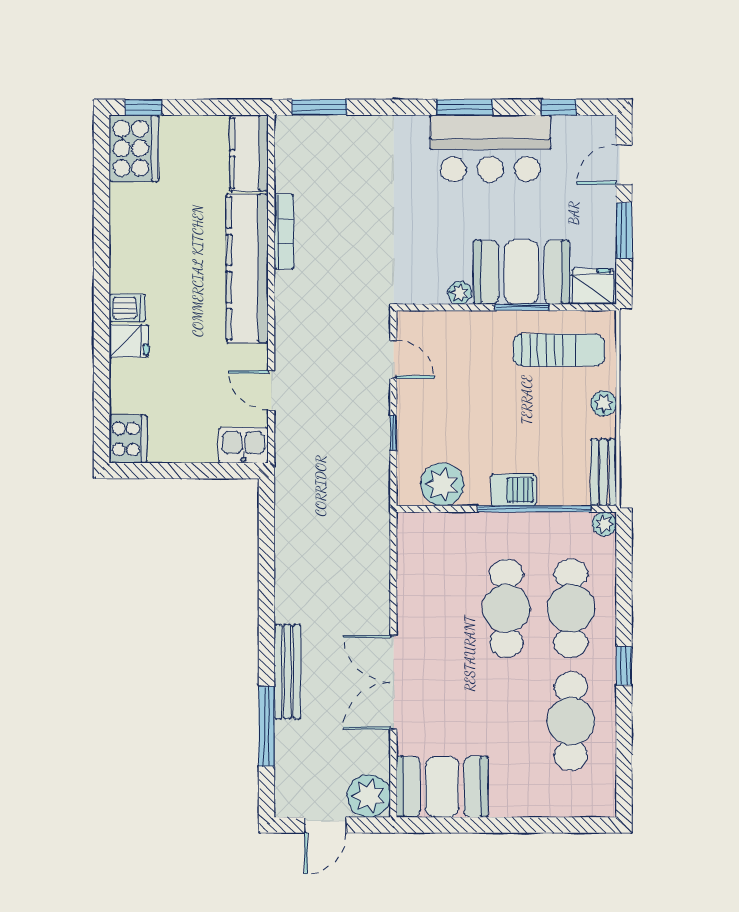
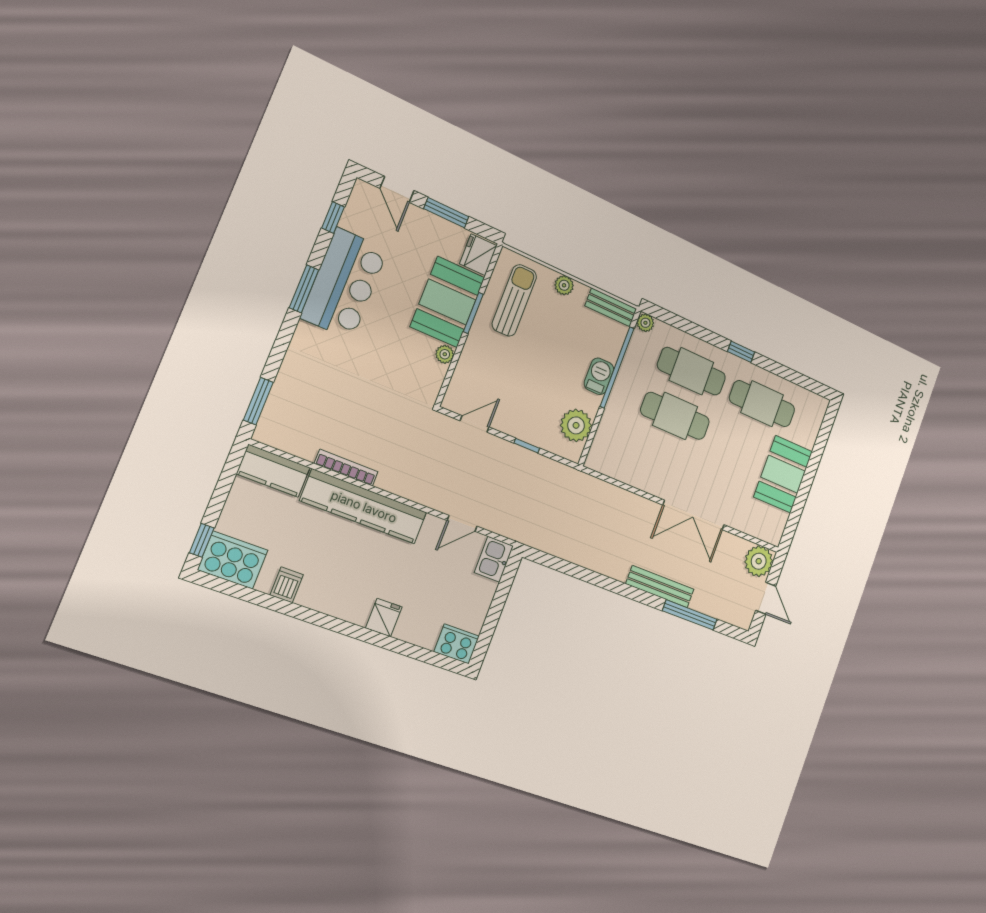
dishwasher: (127, 308) -> (287, 585), moved
booth: (442, 787) -> (783, 474), moved

